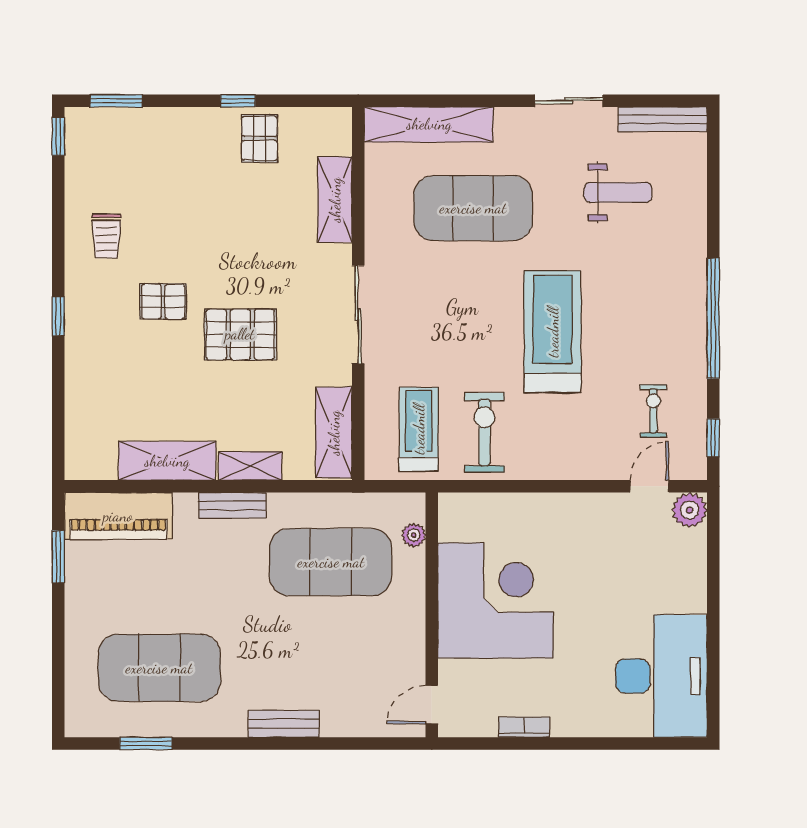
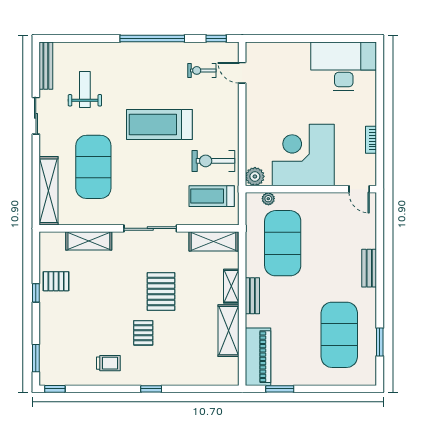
plant: (690, 510) -> (255, 176), moved

